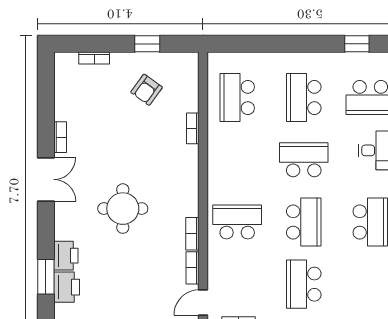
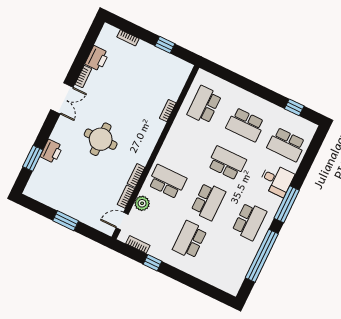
armchair: (147, 90) -> (151, 73), removed
school desk: (304, 98) -> (245, 125), turned -90
plant: (218, 266) -> (142, 203), added
printer: (67, 287) -> (97, 58), moved

